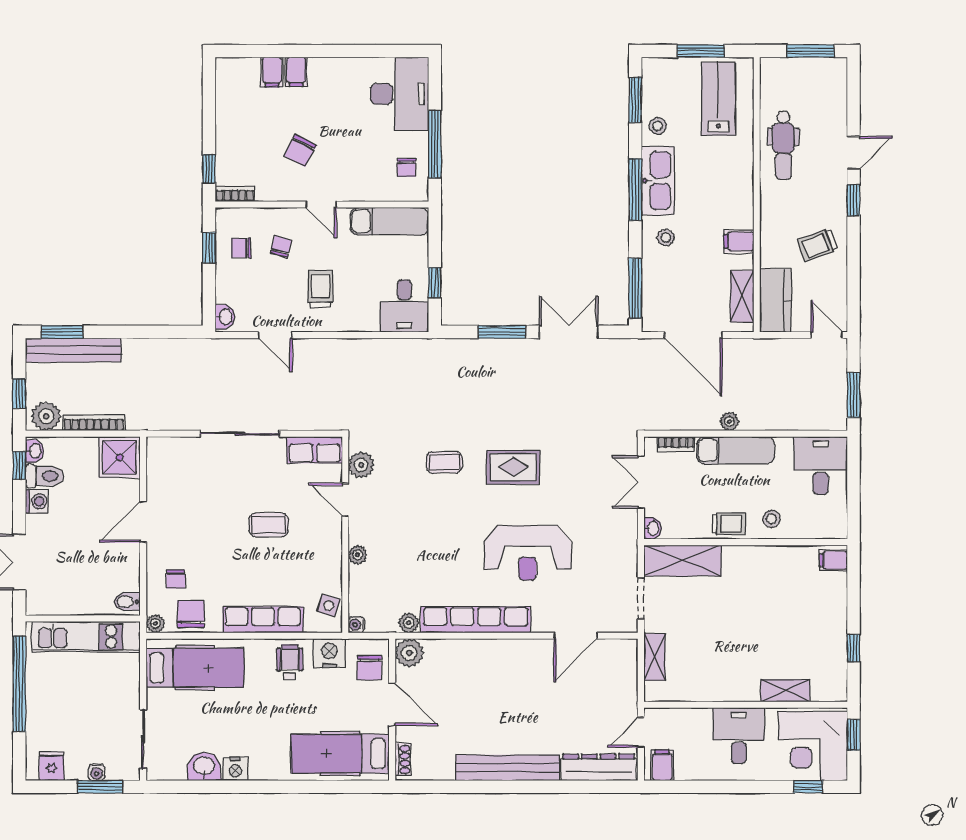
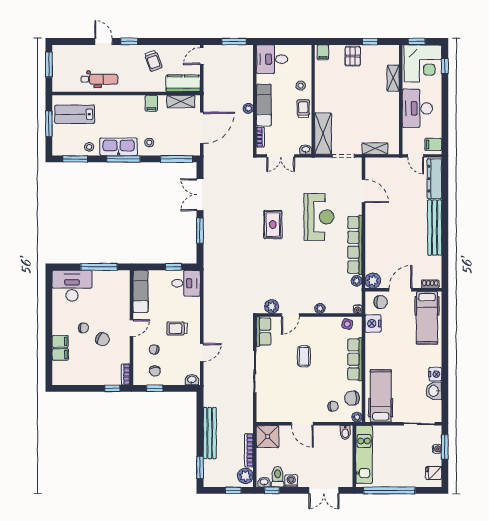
chair: (406, 168) -> (83, 328), moved
bench: (73, 350) -> (210, 433), moved
coffee table: (444, 462) -> (270, 262), removed
pallet: (826, 616) -> (353, 56), added
wheelchair: (290, 662) -> (378, 345), removed
desk: (739, 736) -> (417, 108), width x1.37

